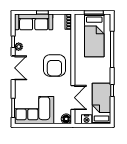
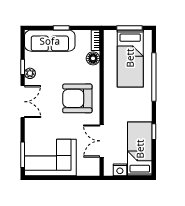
armchair: (54, 66) -> (77, 98), turned 90
double door: (73, 98) -> (102, 141), swing flipped
floor lamp: (66, 119) -> (93, 58), moved

